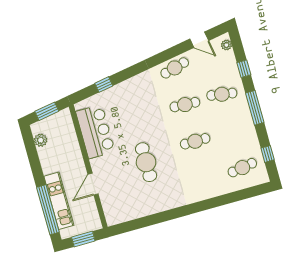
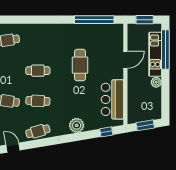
window: (104, 85) -> (106, 132), moved
plant: (130, 88) -> (77, 125), added
plant: (41, 140) -> (156, 82), moved
window: (144, 222) -> (94, 20), added

